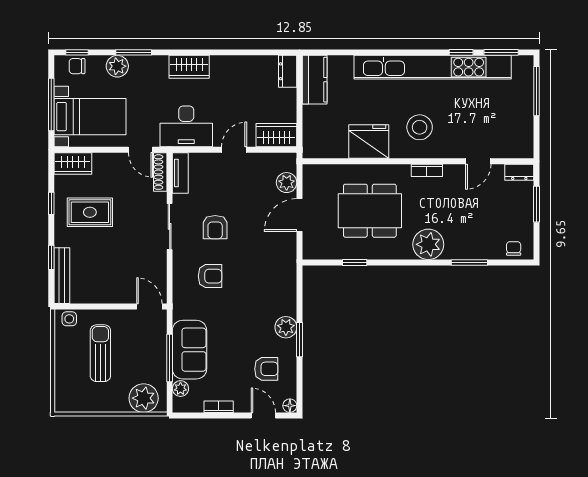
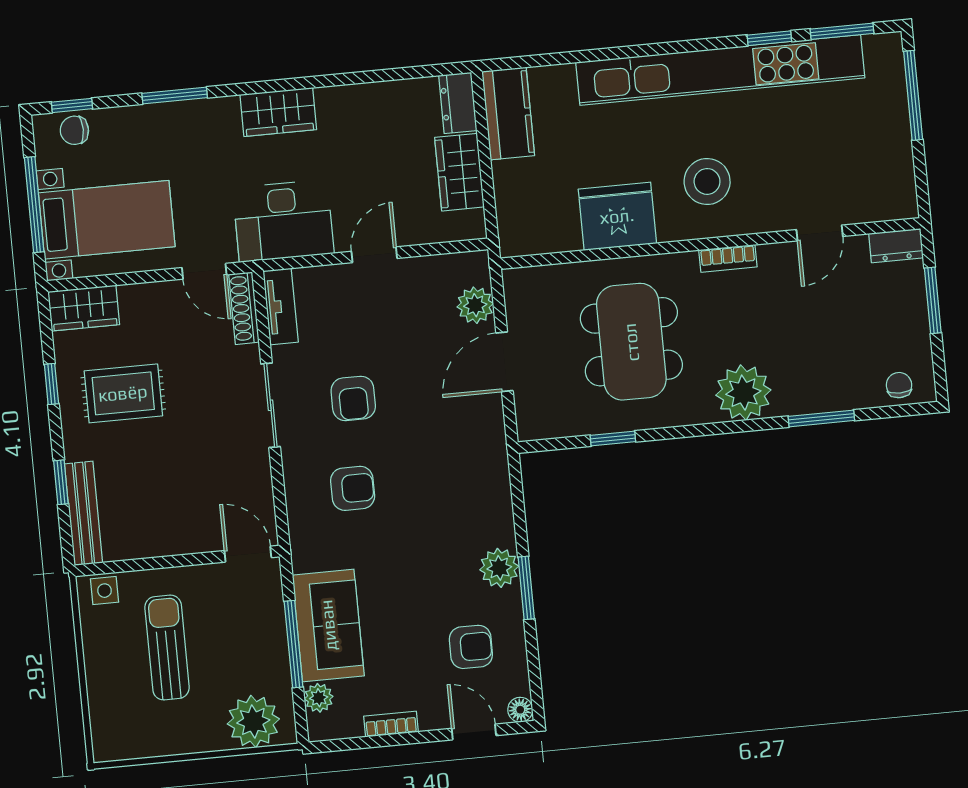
plant: (117, 66) -> (148, 123), removed
wardrobe: (276, 135) -> (459, 172), moved, turned -90
dining table: (370, 211) -> (631, 342), turned 90

